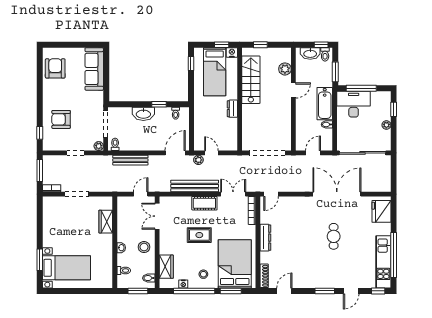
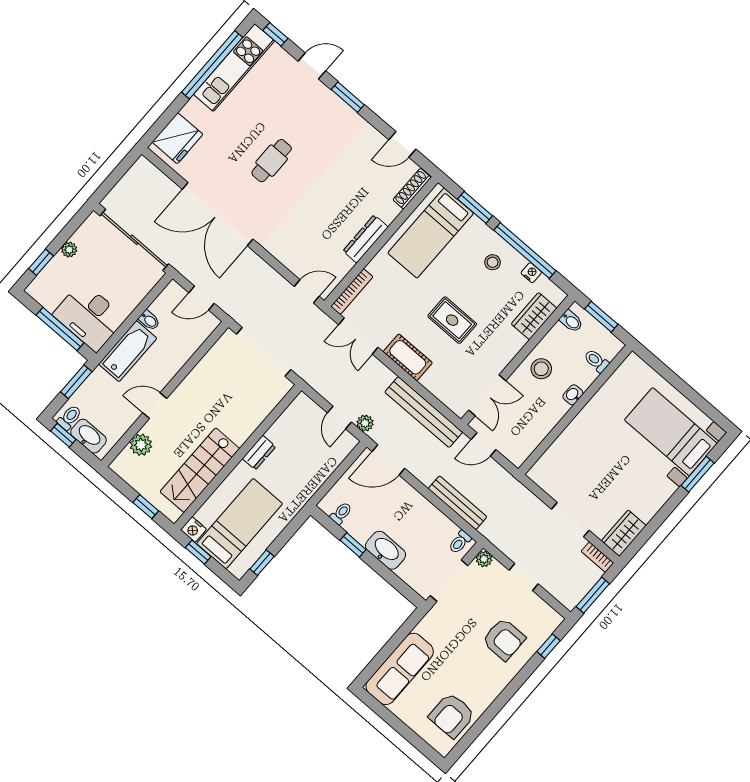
bench: (195, 186) -> (424, 412), moved
wardrobe: (106, 222) -> (624, 533), moved, turned 180
bed: (235, 264) -> (431, 233), width x0.67

